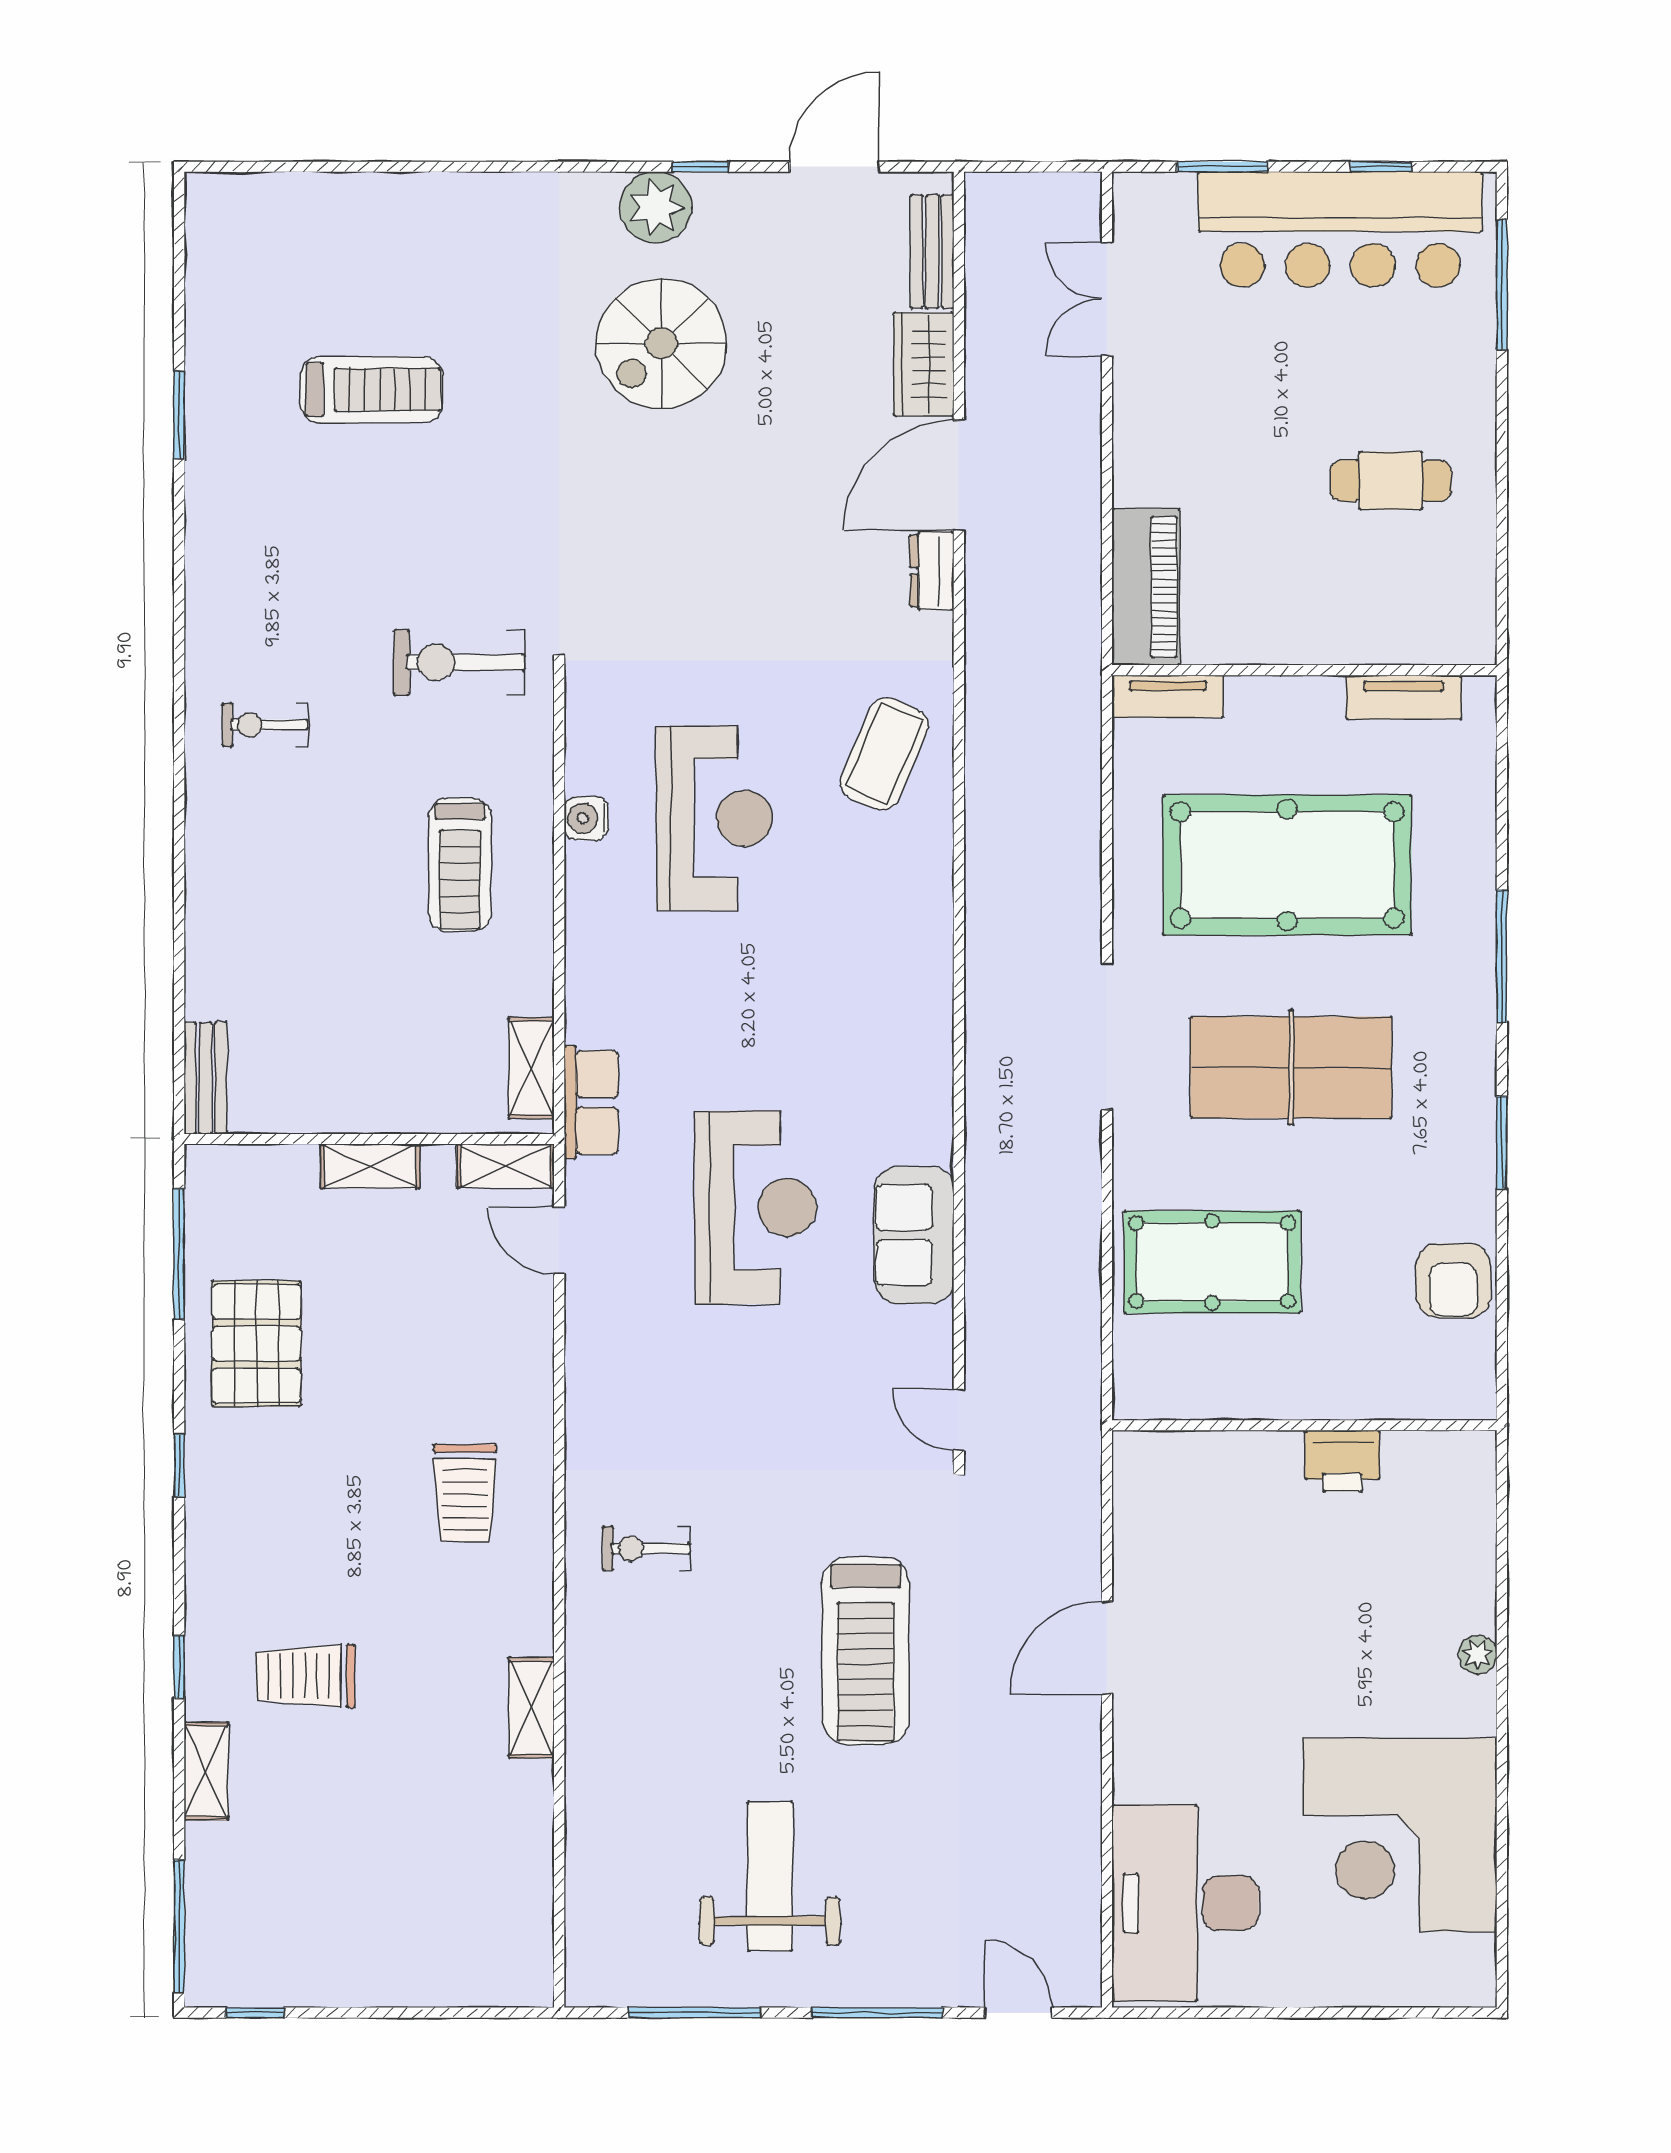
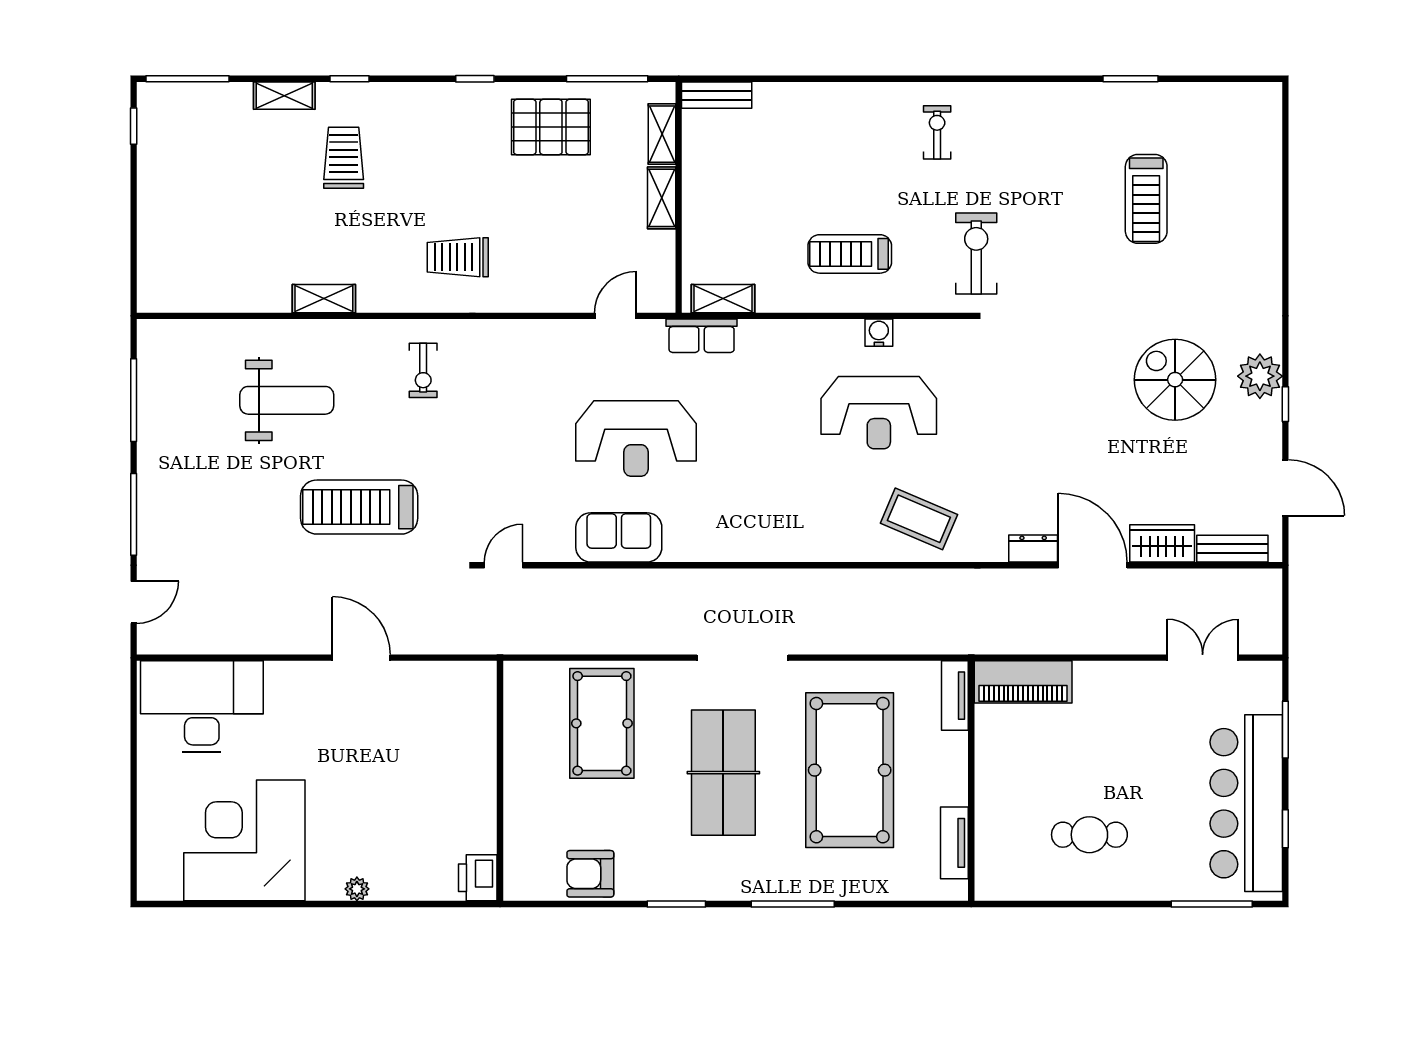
cafe table: (1391, 481) -> (1089, 835), turned 90
shelving: (506, 1166) -> (662, 134), moved
printer: (1342, 1461) -> (478, 878), moved
exercise bike: (646, 1549) -> (423, 370), turned 180
weight bench: (770, 1876) -> (287, 400), moved

